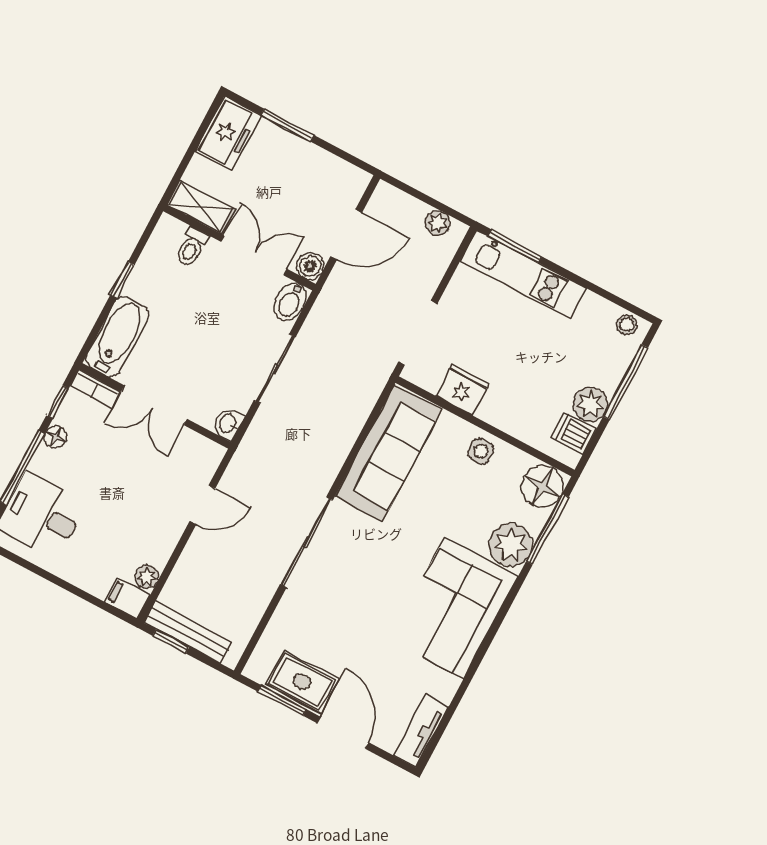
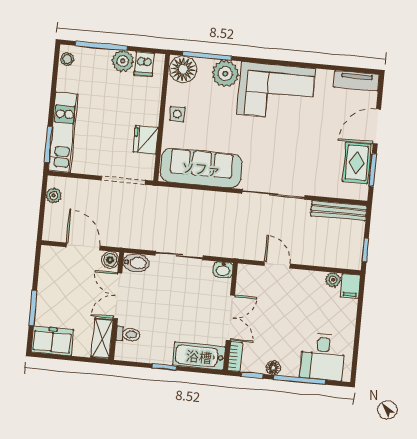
bench: (188, 632) -> (339, 211), moved, turned 90

